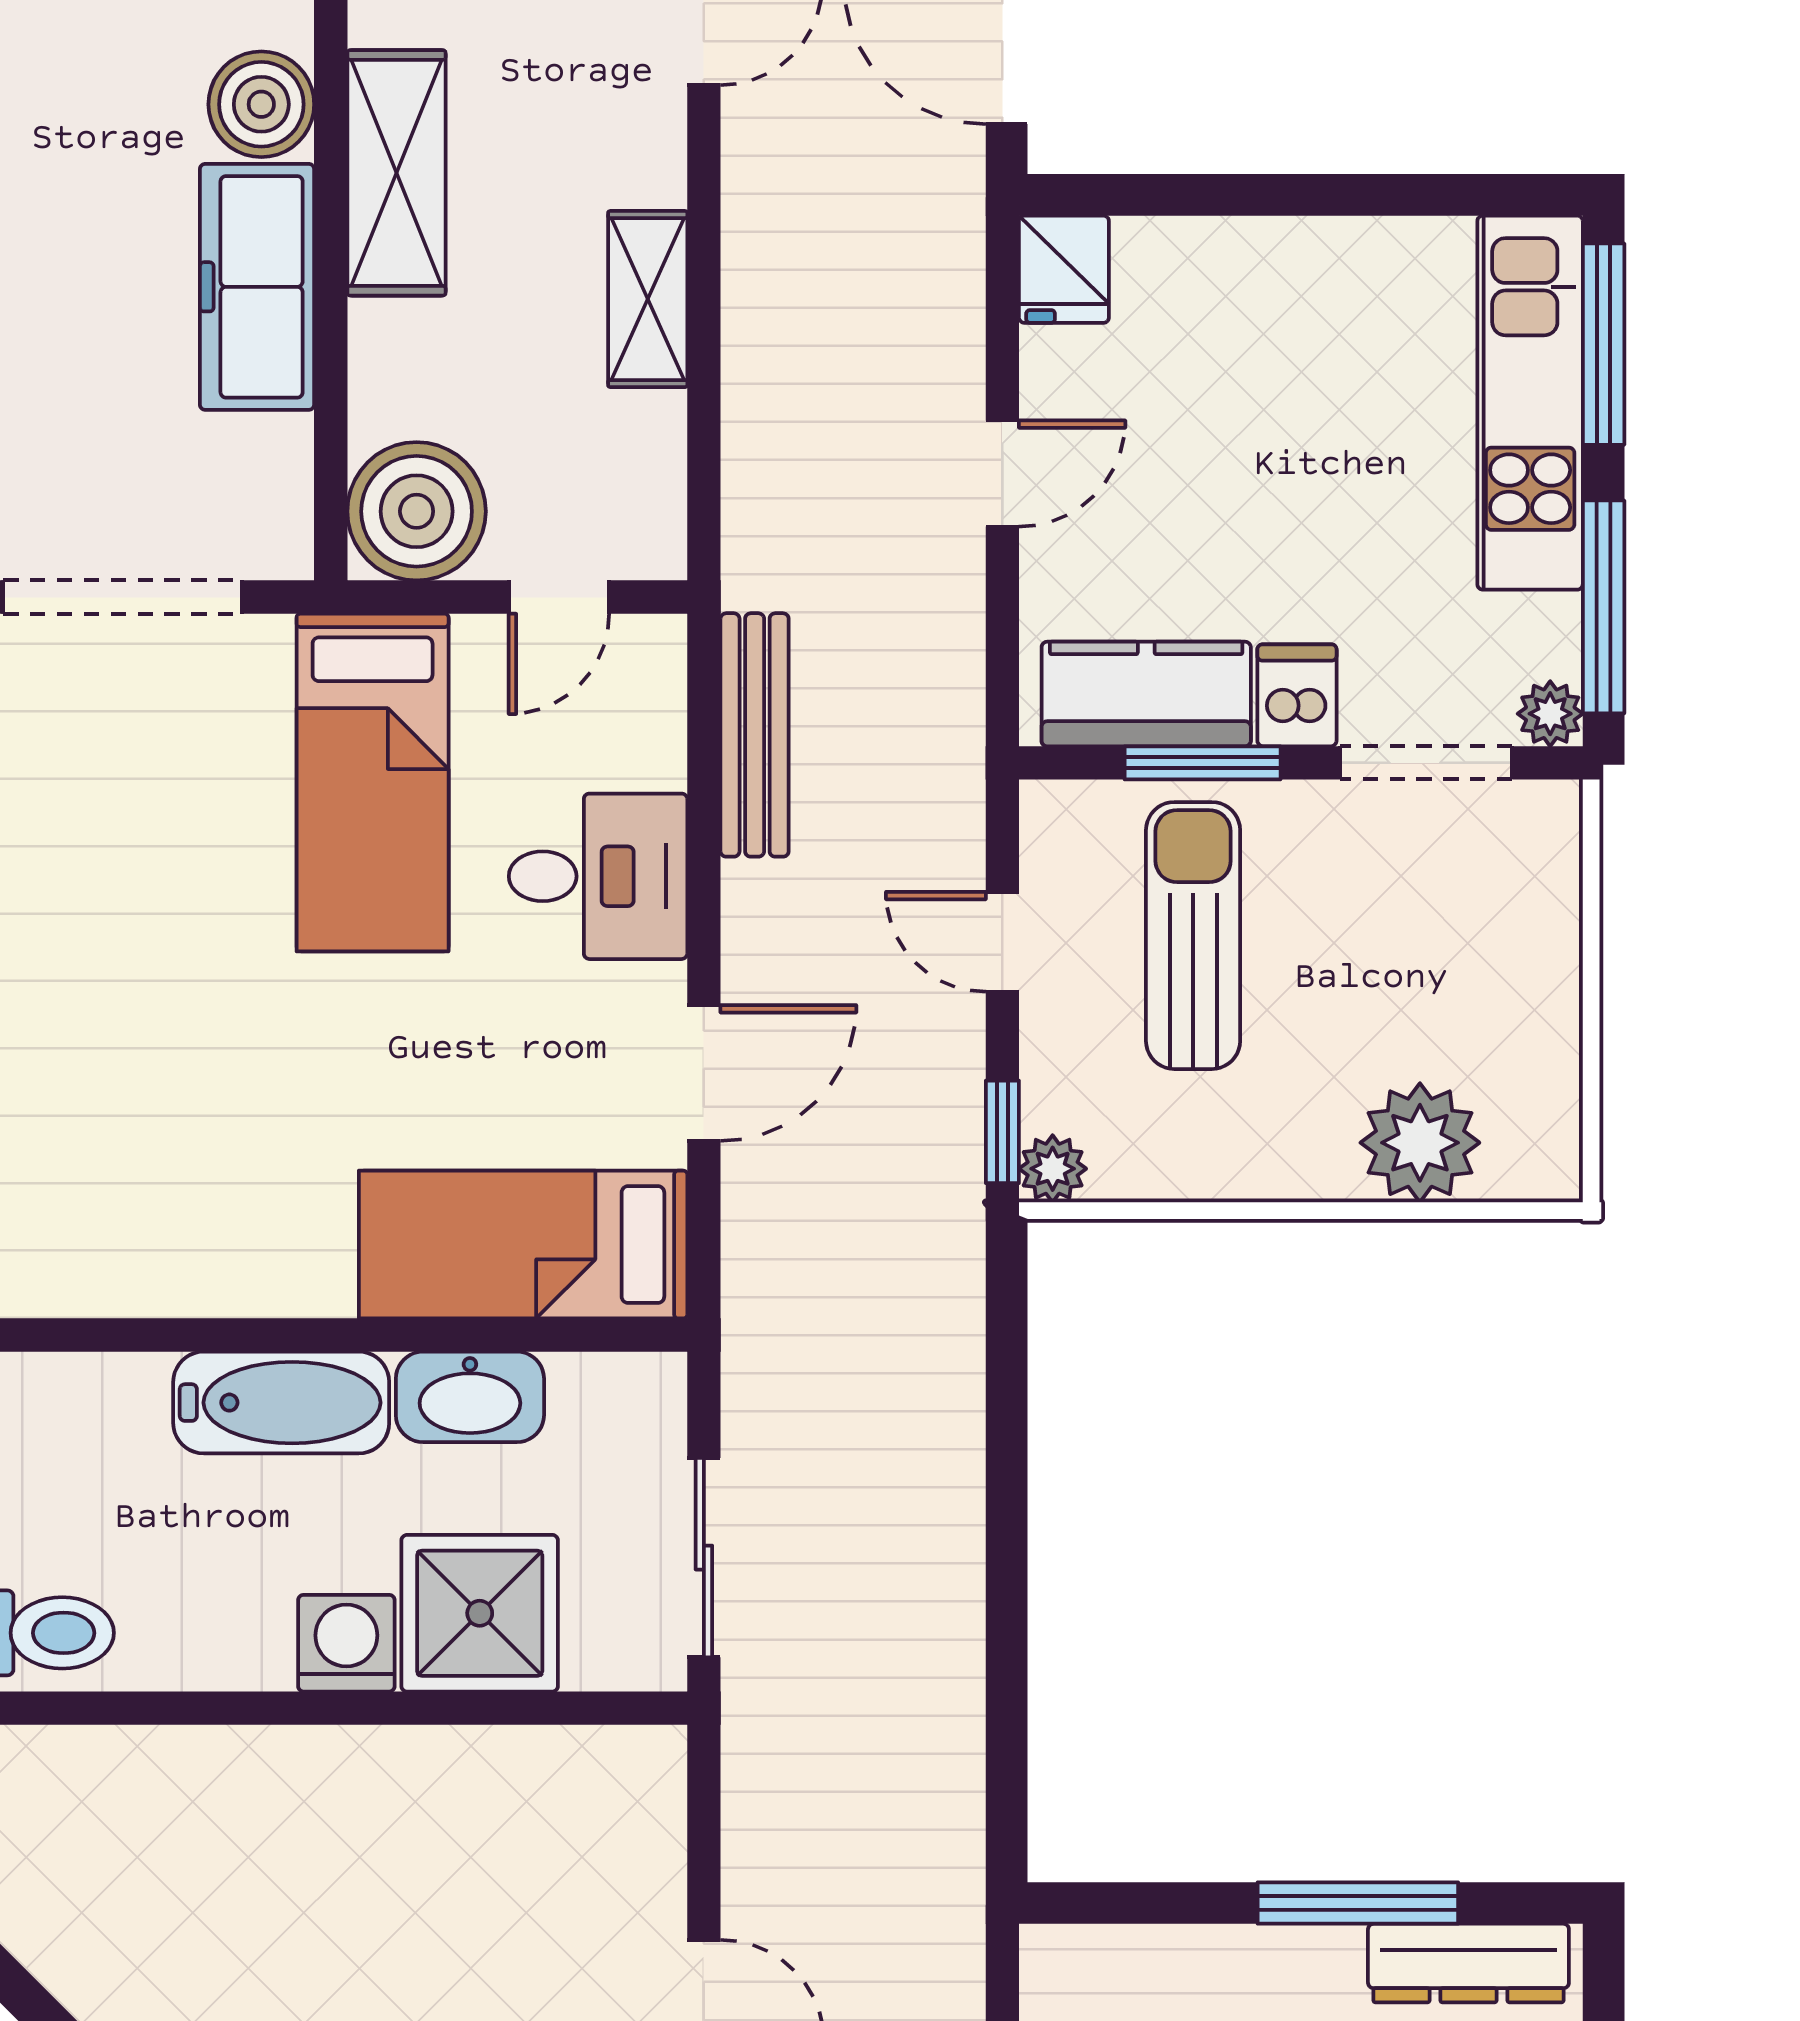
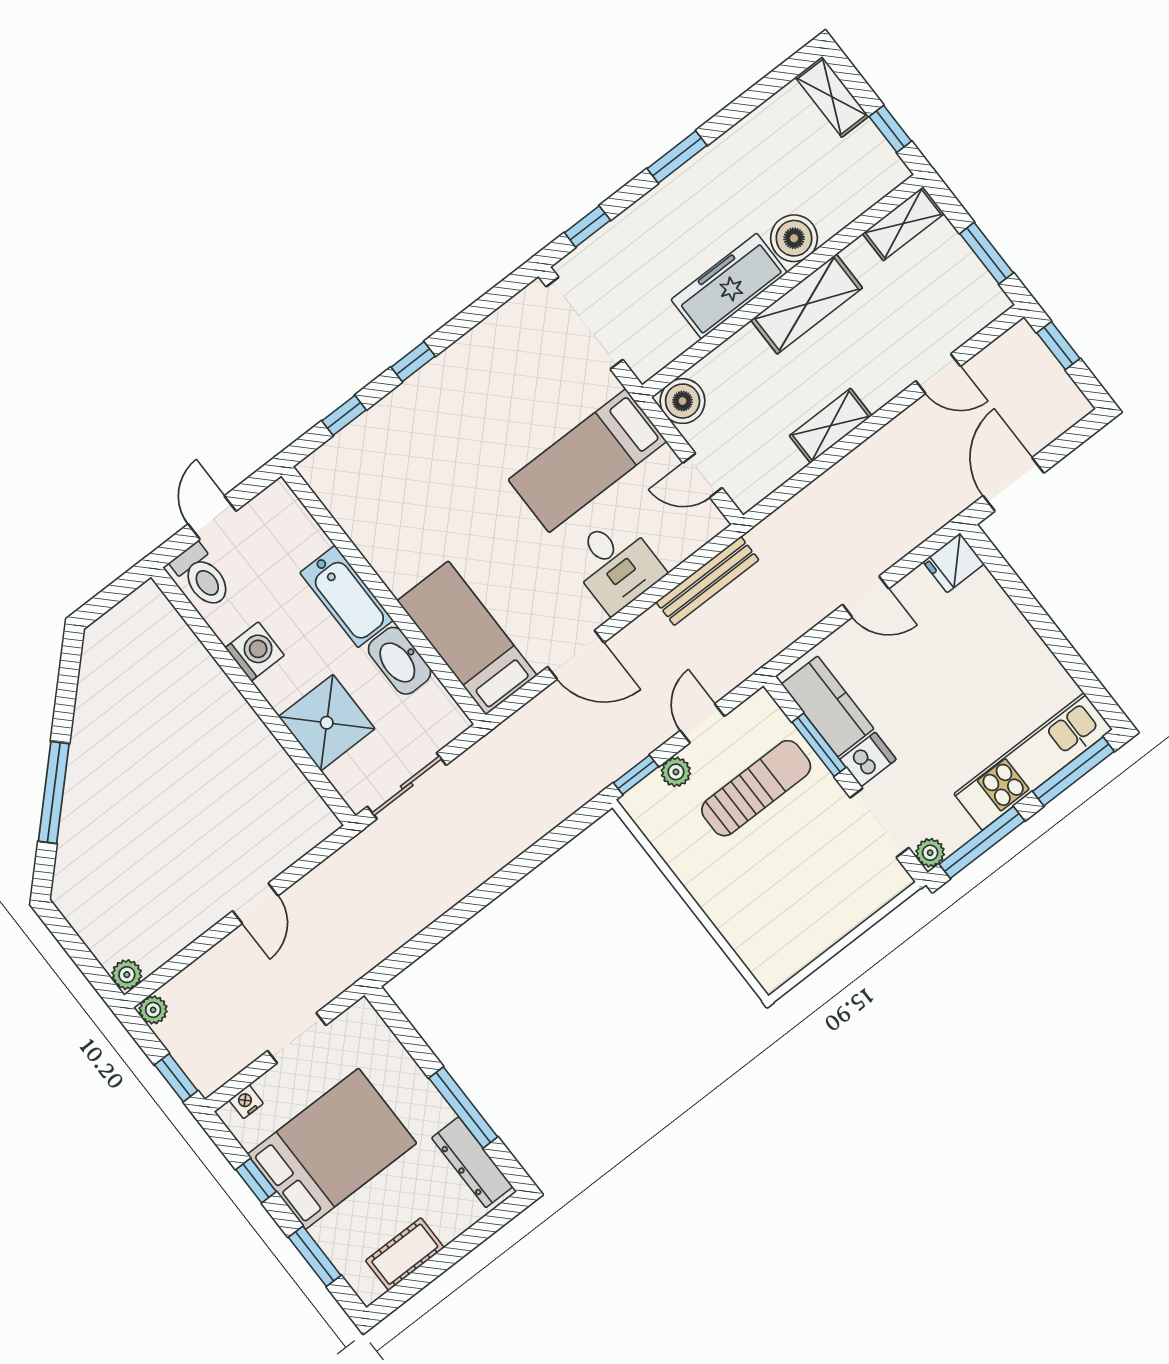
boiler: (417, 511) -> (683, 401), width x0.73, depth x0.73
plant: (1420, 1143) -> (745, 923), removed
plant: (1053, 1169) -> (676, 772), moved
washing machine: (346, 1643) -> (255, 651), moved

